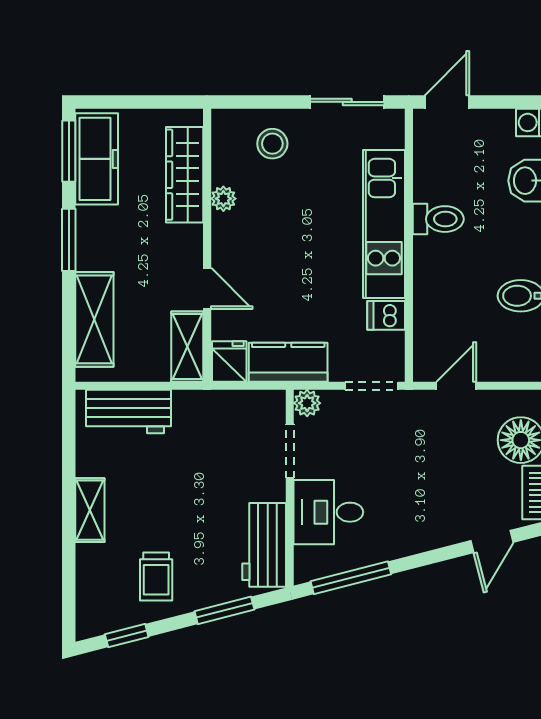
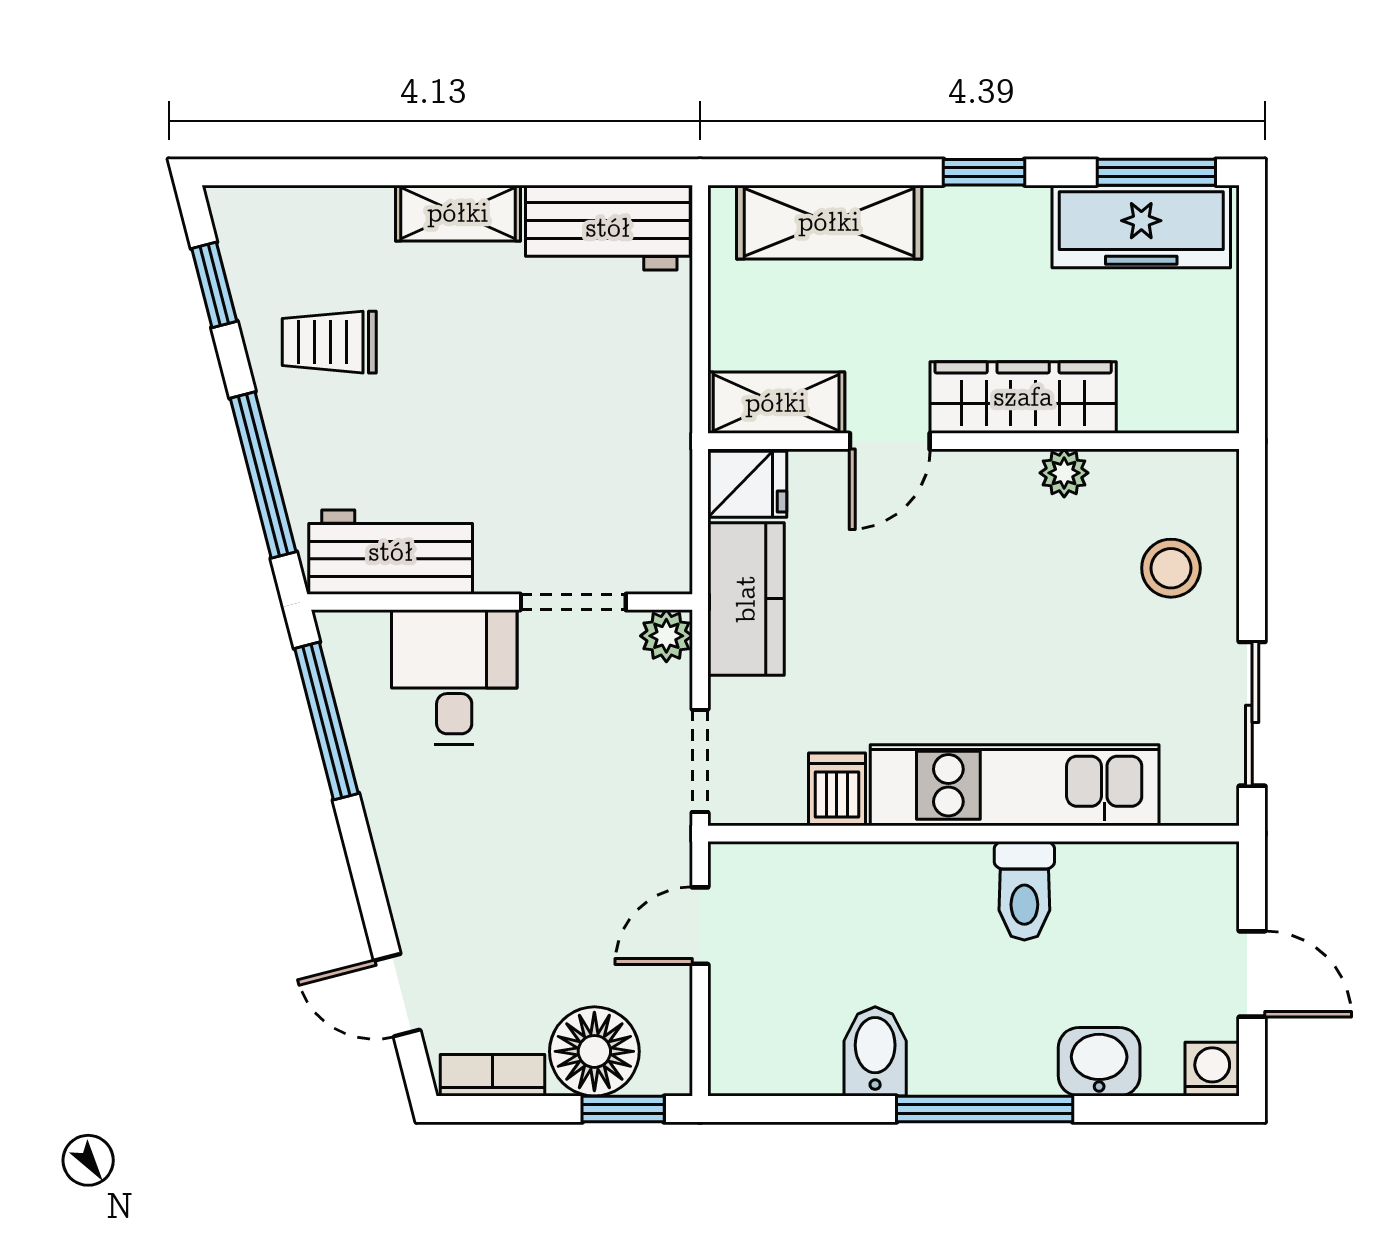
door: (447, 102) -> (1252, 974), moved
wardrobe: (185, 175) -> (1023, 397), moved
window: (69, 240) -> (984, 172), width x0.67
door: (456, 386) -> (700, 926), swing flipped
workbench: (128, 412) -> (608, 228), moved, turned -90
window: (224, 610) -> (263, 475), width x1.44

